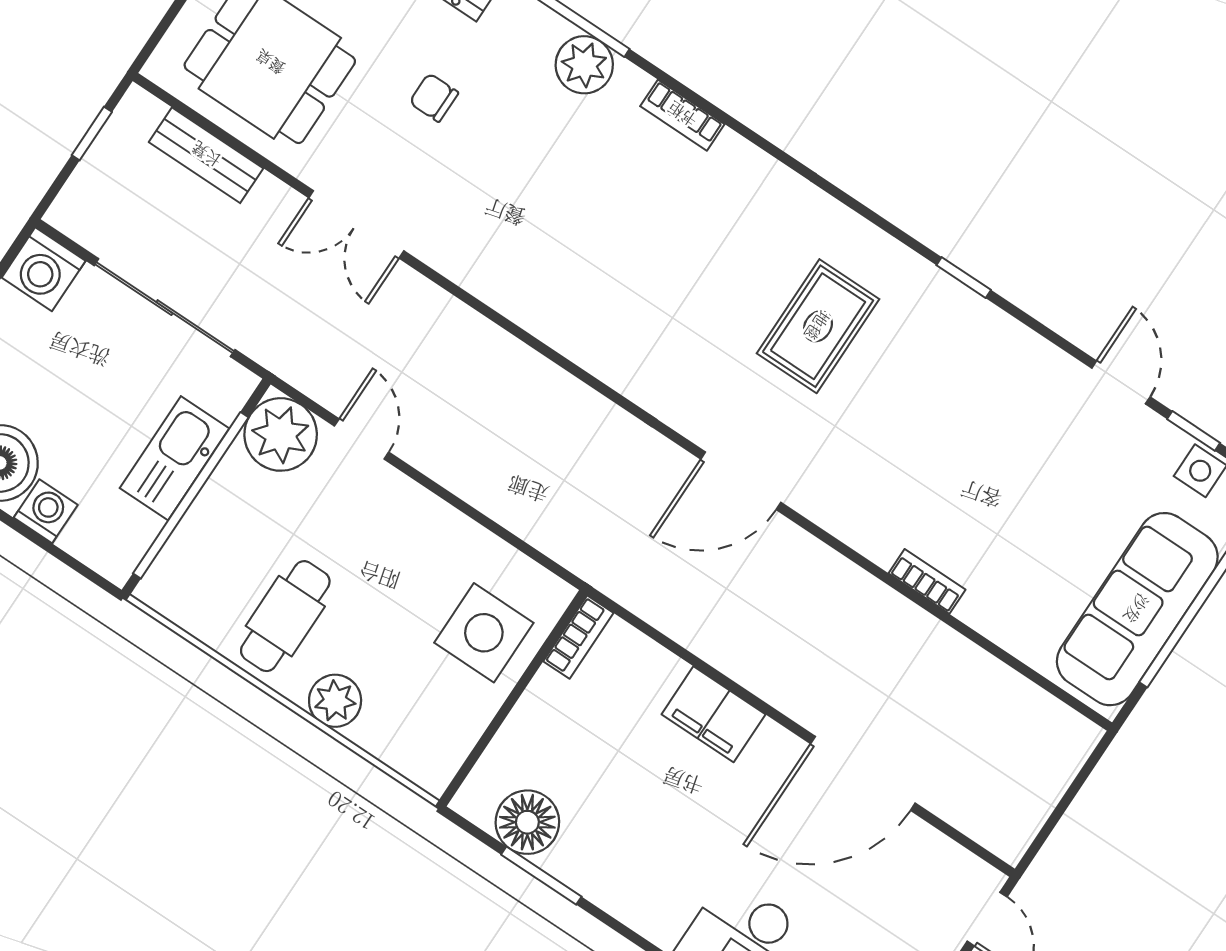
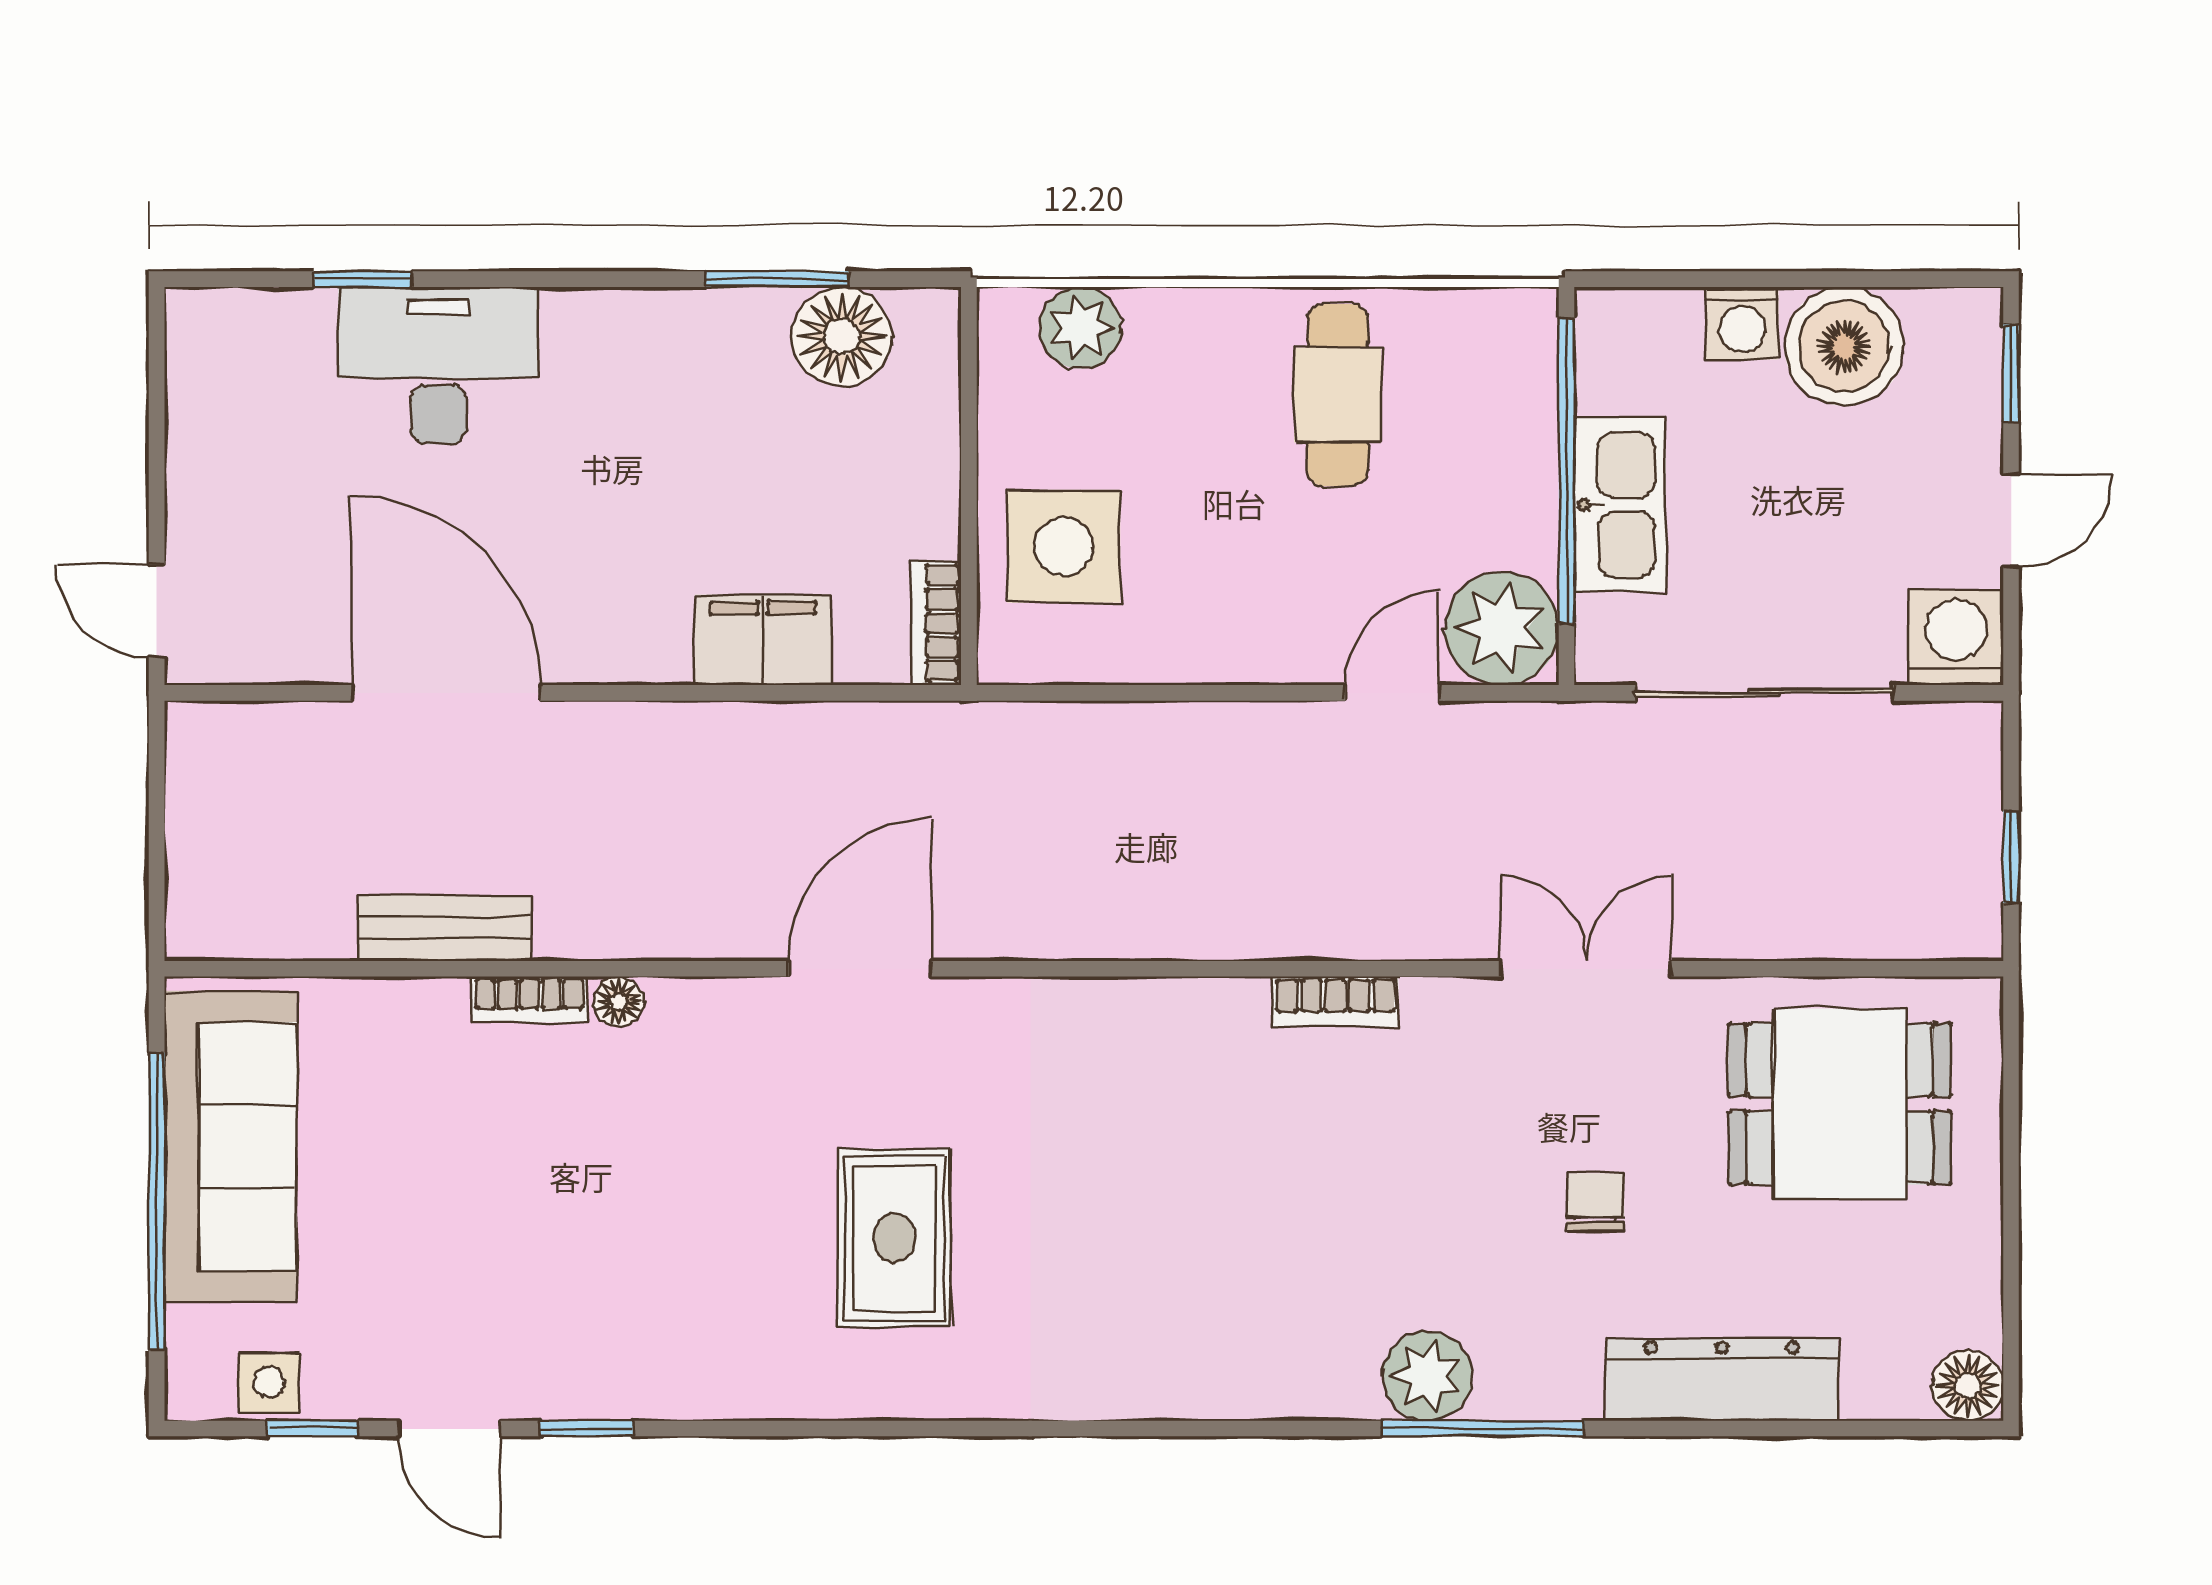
chair: (434, 98) -> (1595, 1202), turned -90
bookcase: (682, 115) -> (1335, 1002), moved, turned 180
bench: (206, 155) -> (445, 928), moved
window: (964, 278) -> (587, 1429), moved
door: (362, 439) -> (1392, 693), swing flipped
floor lamp: (881, 549) -> (618, 1002), added
plant: (335, 701) -> (1080, 328), moved
filing cabinet: (714, 714) -> (763, 640), moved
door: (863, 773) -> (446, 693), hinge flipped

